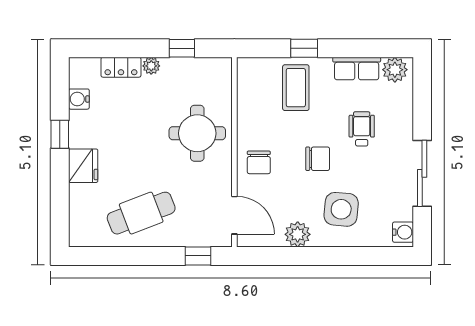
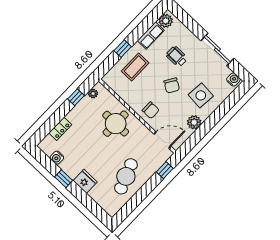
plant: (151, 66) -> (93, 93), moved
coffee table: (296, 88) -> (135, 67), turned 90
chair: (318, 159) -> (172, 85), turned 122

